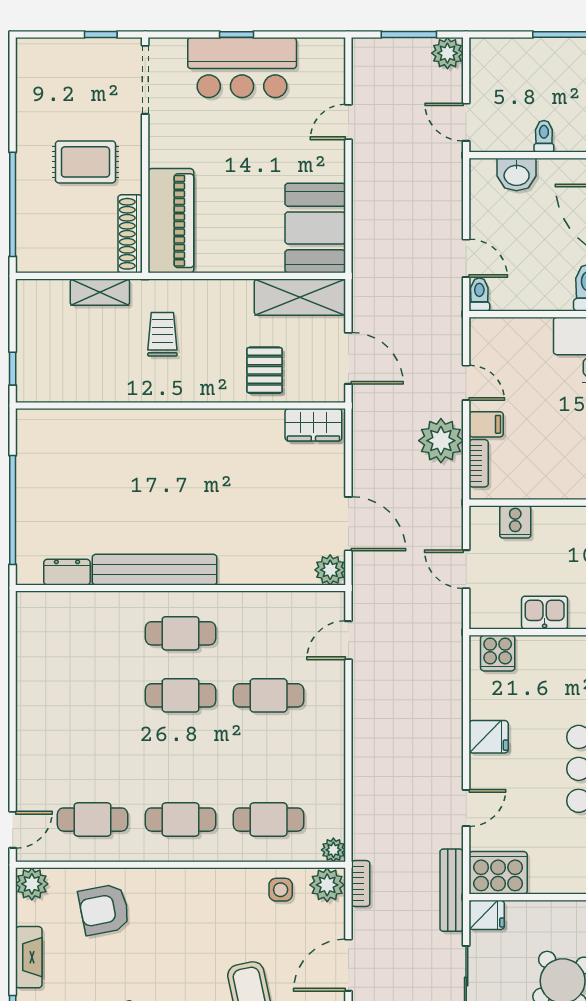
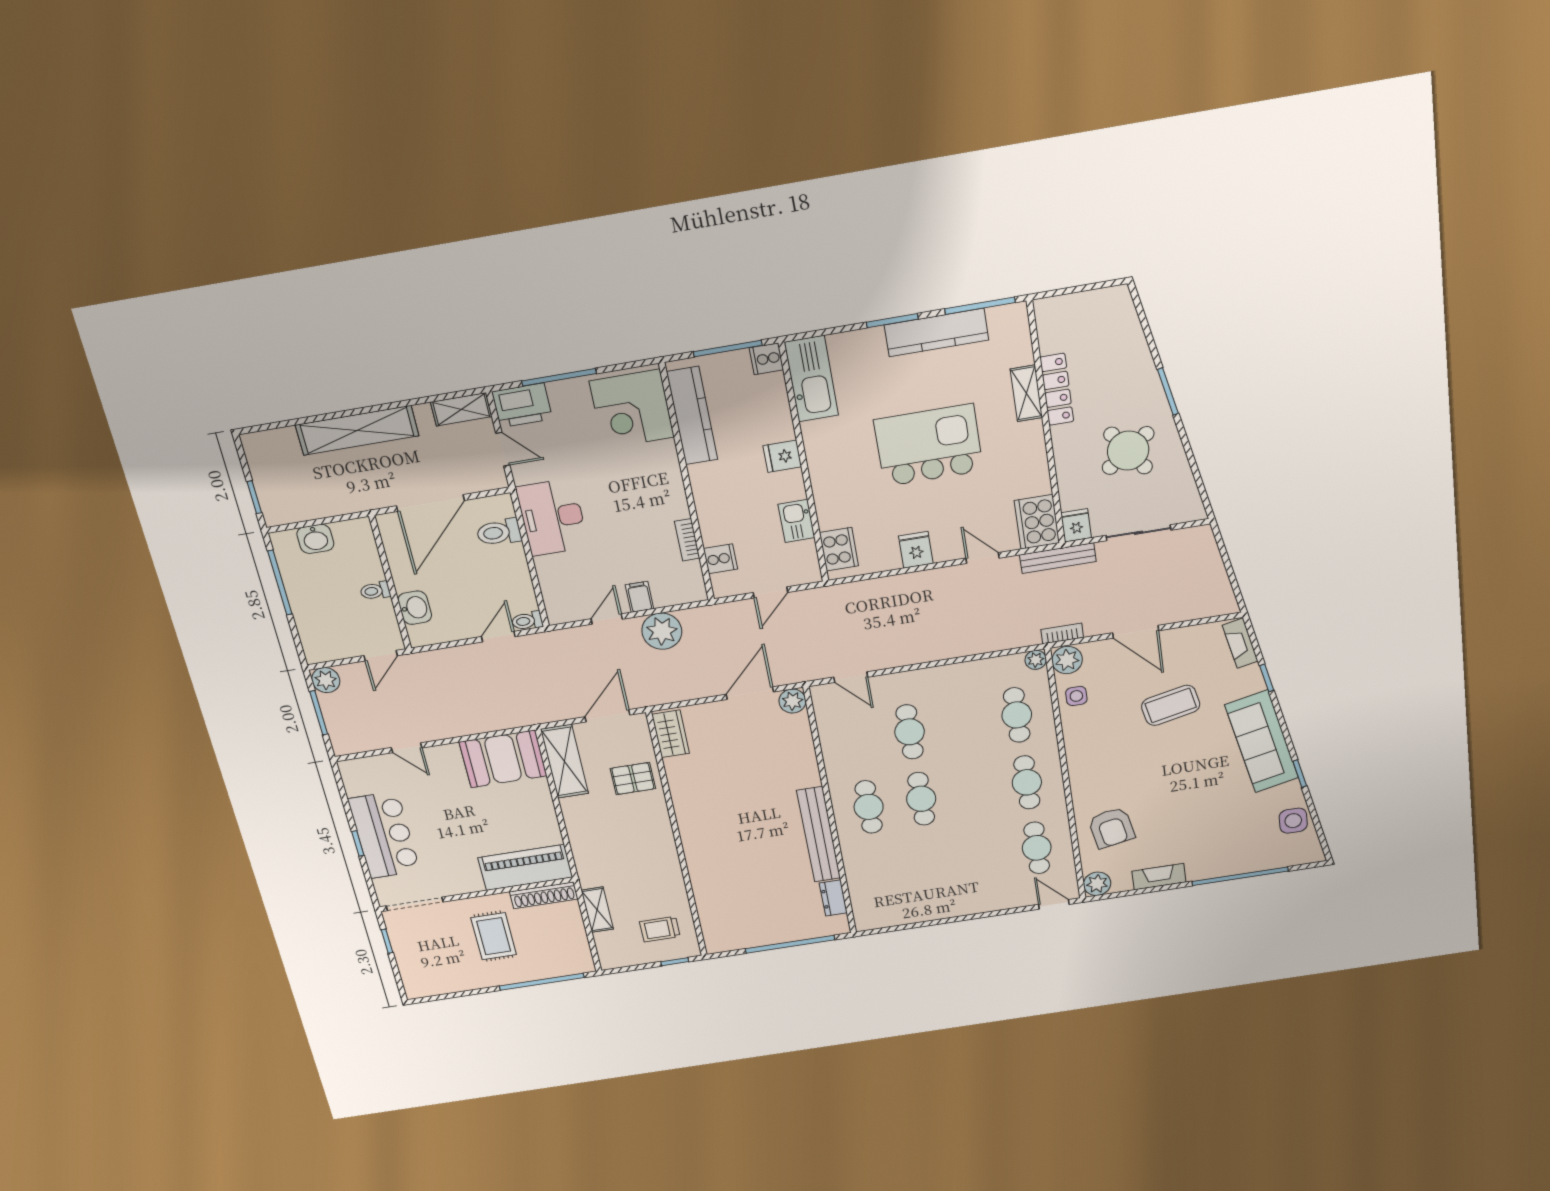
trolley: (162, 334) -> (660, 929), moved
bookcase: (479, 463) -> (687, 540), moved, turned -90
cooker: (498, 653) -> (839, 549), width x1.36

